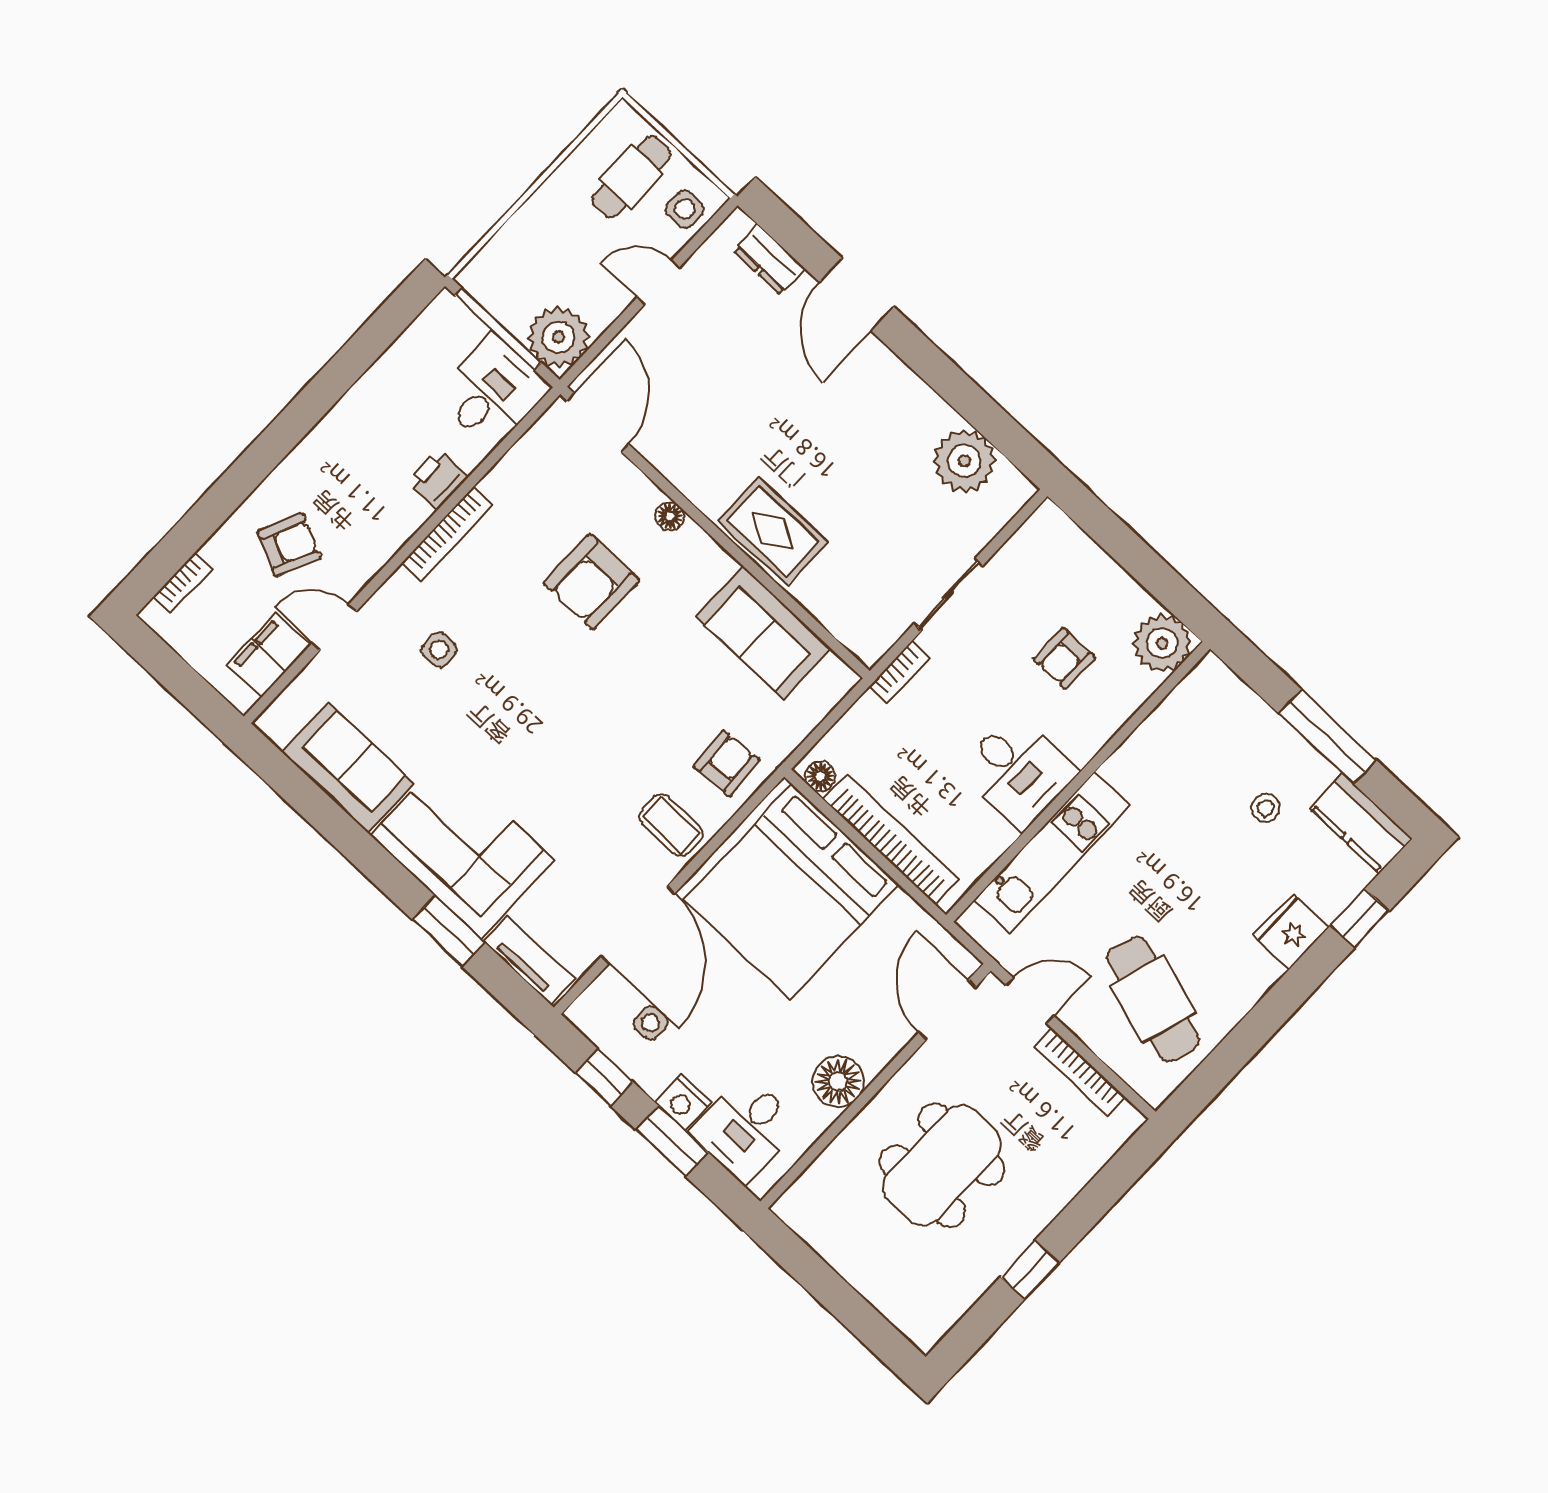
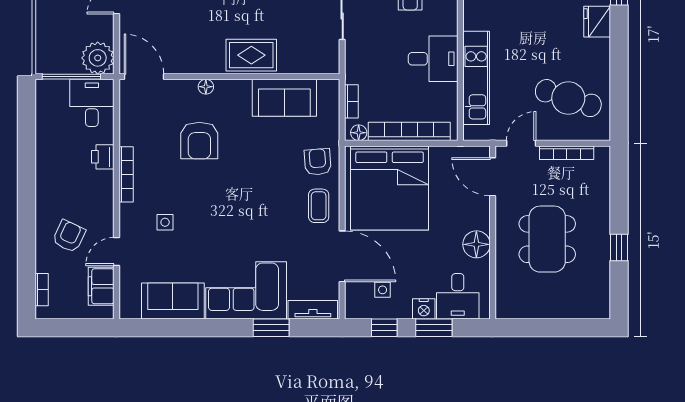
bookcase: (899, 672) -> (351, 101), moved
coffee table: (671, 825) -> (319, 206), turned 90

